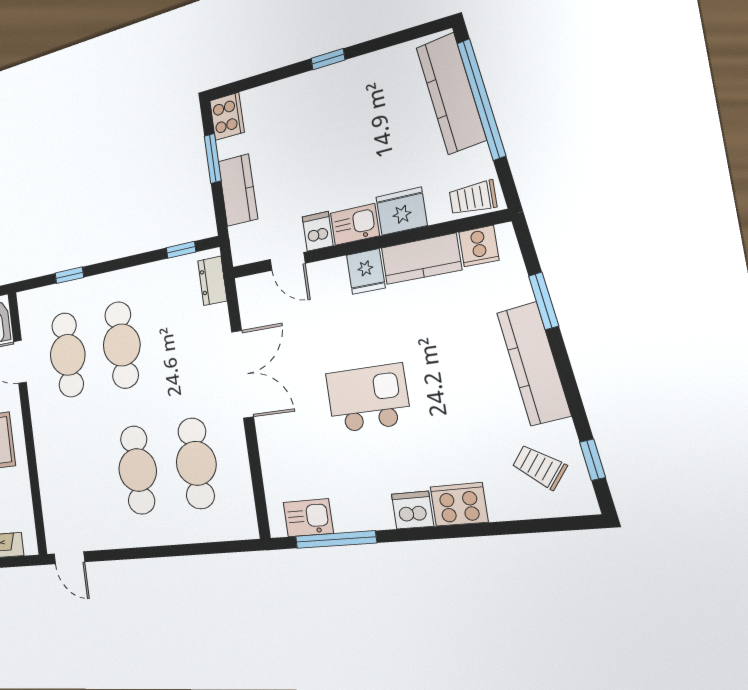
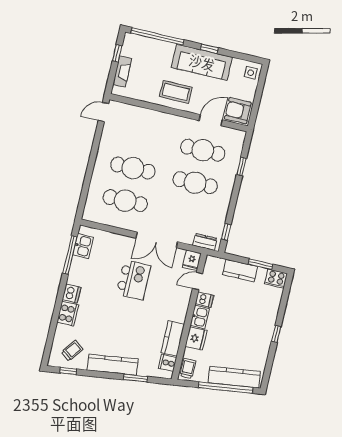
fridge: (366, 272) -> (192, 260), moved, turned -90
kitchen island: (368, 398) -> (133, 280), moved

